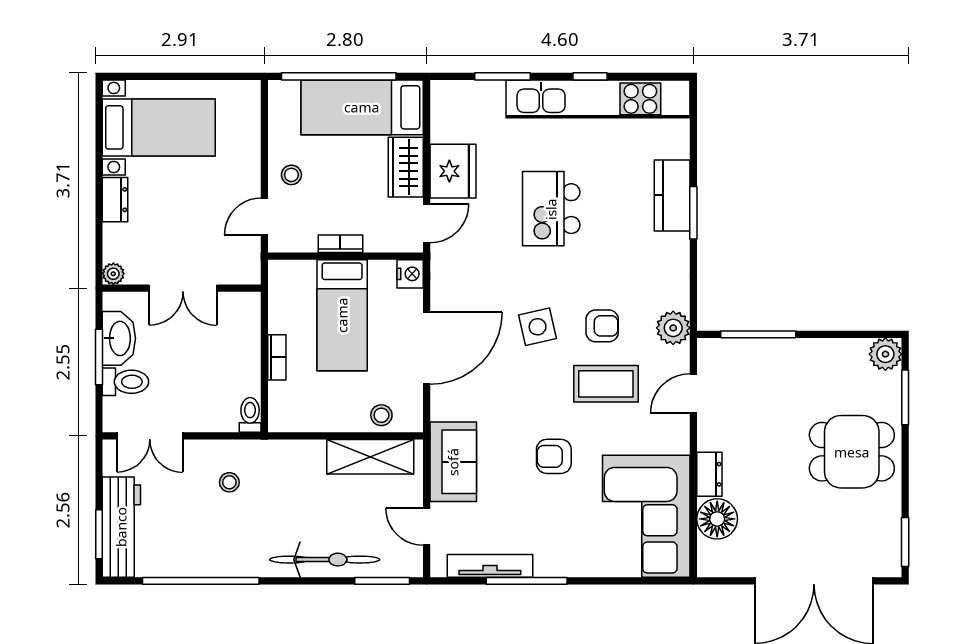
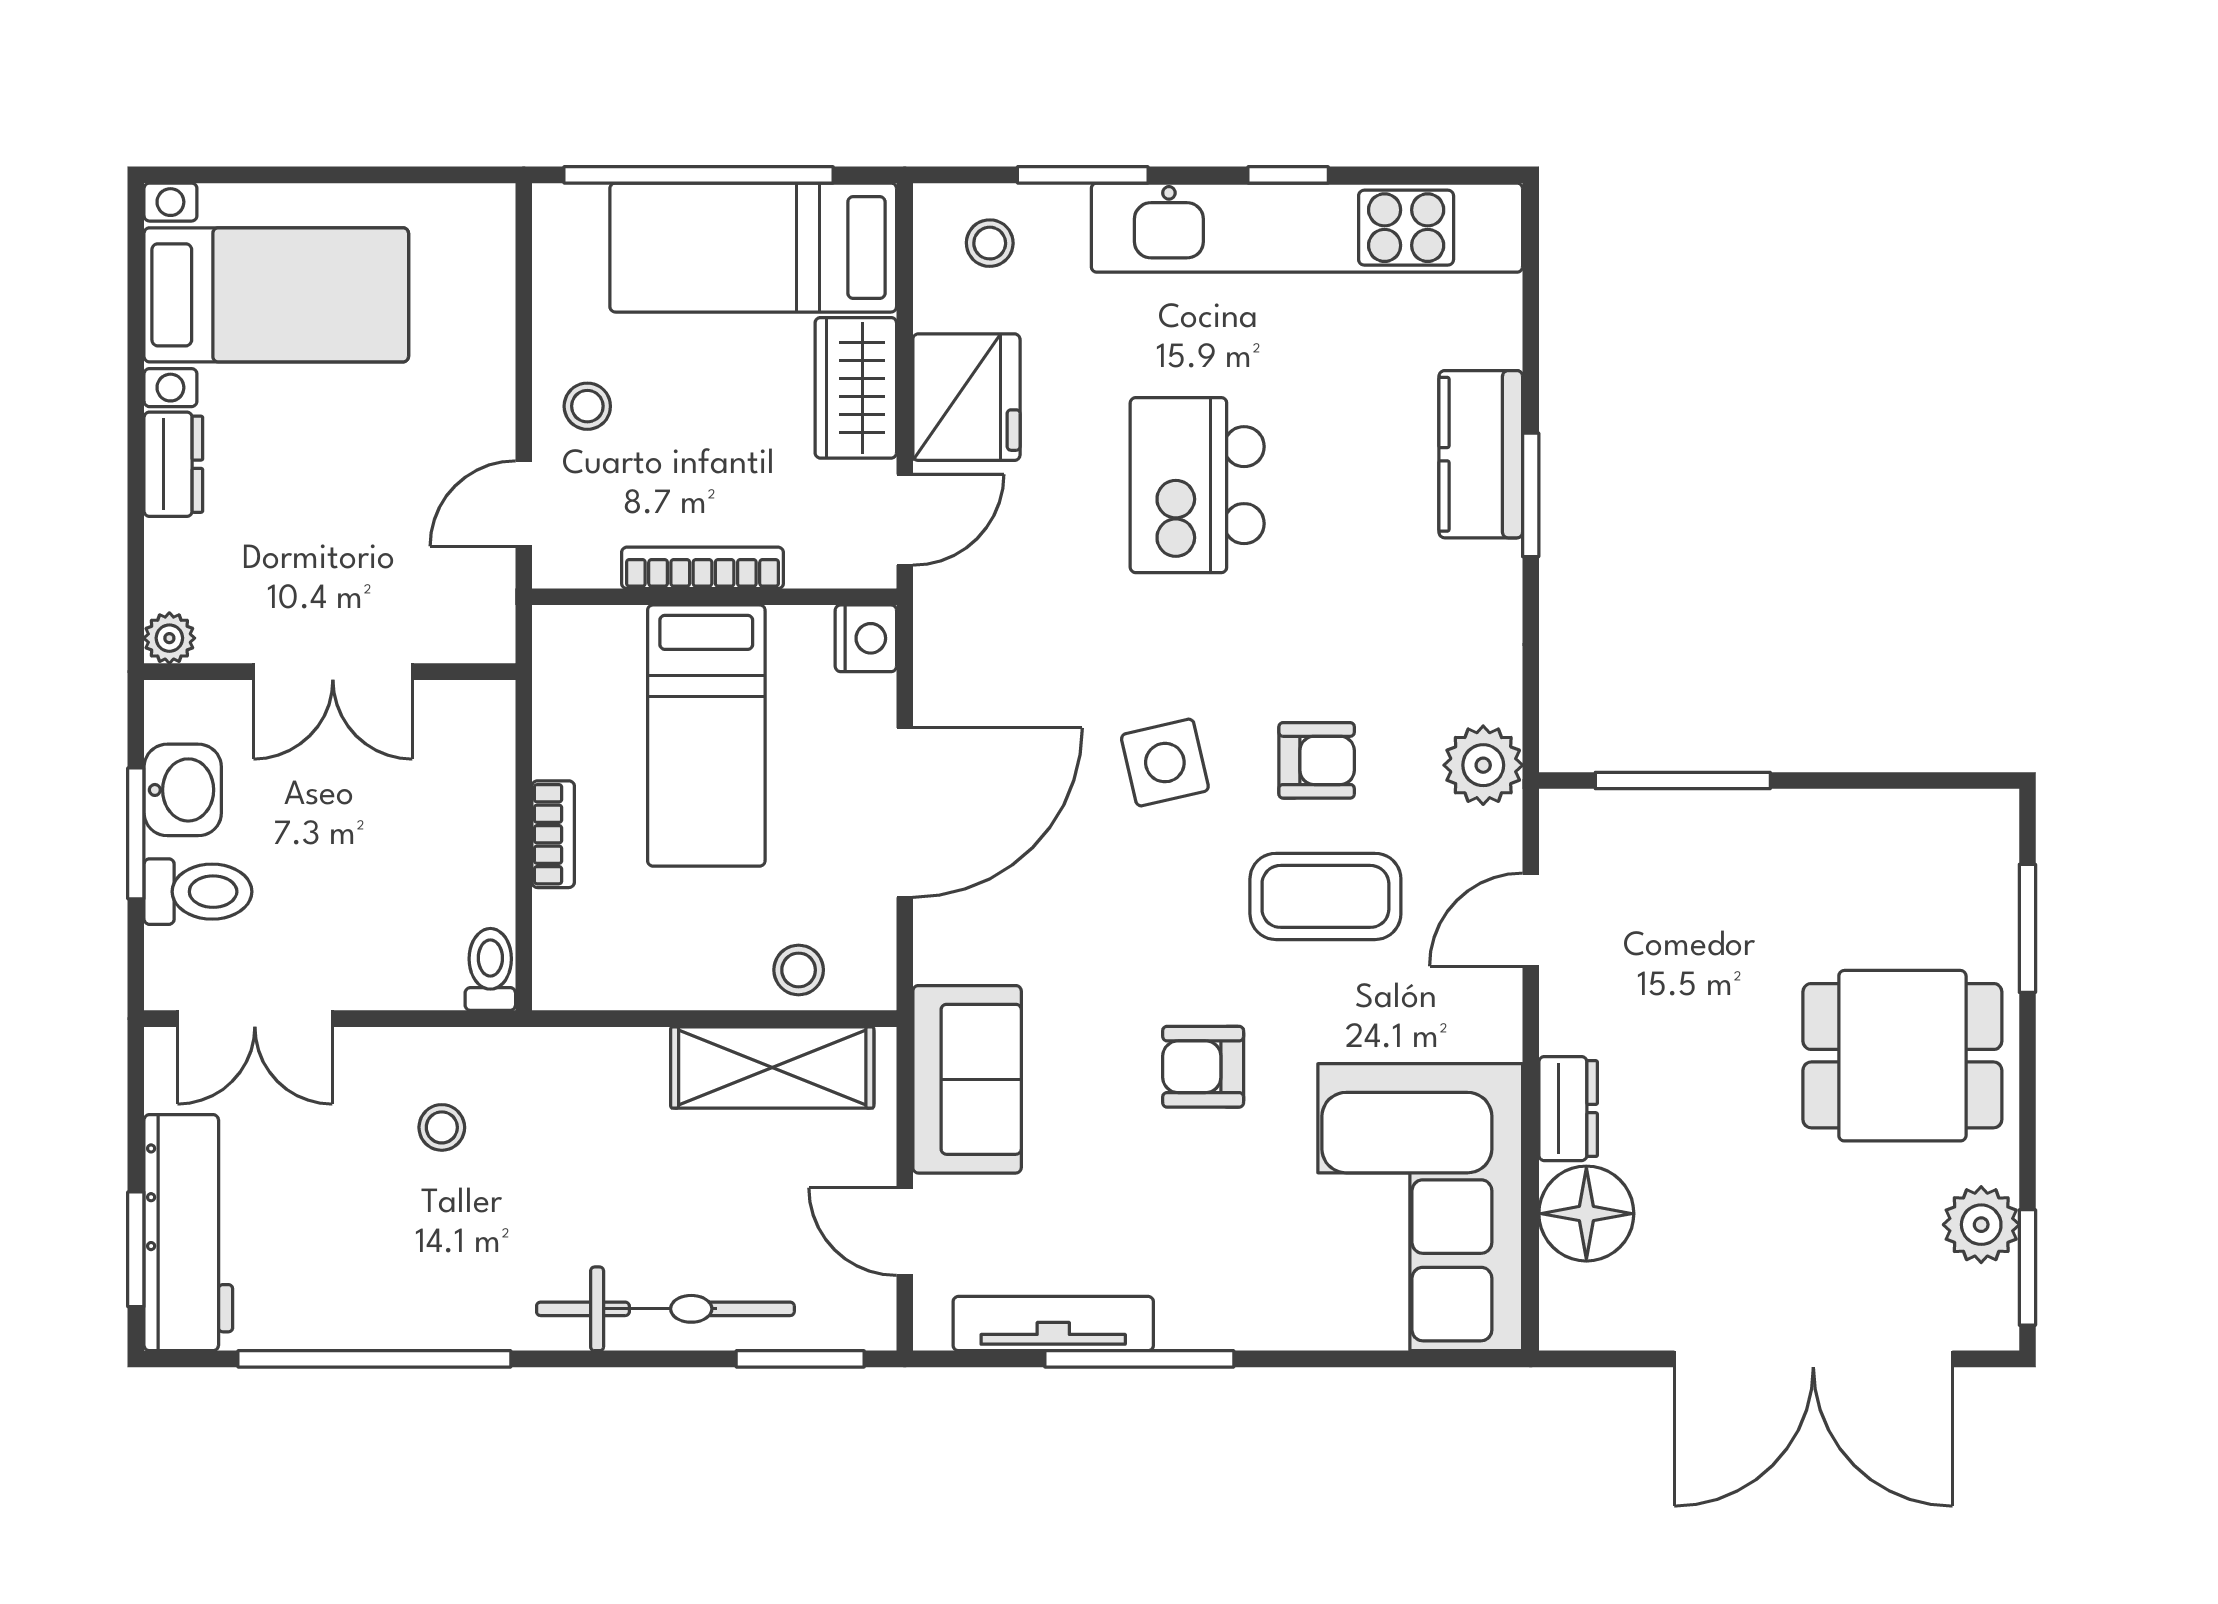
stool: (463, 105) -> (990, 243), added
bookcase: (340, 244) -> (702, 568), width x1.56
washbasin: (119, 338) -> (183, 790), width x0.72
plant: (885, 354) -> (1981, 1225), moved

